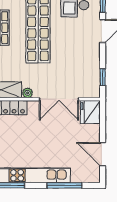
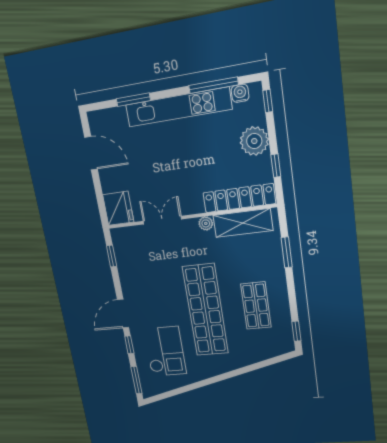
double door: (59, 99) -> (162, 220), width x0.73
window: (64, 185) -> (133, 100), width x0.69

